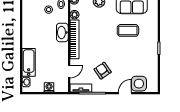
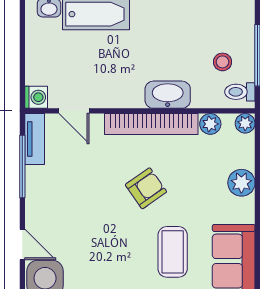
armchair: (103, 71) -> (146, 188), moved
washing machine: (49, 87) -> (36, 97), moved

